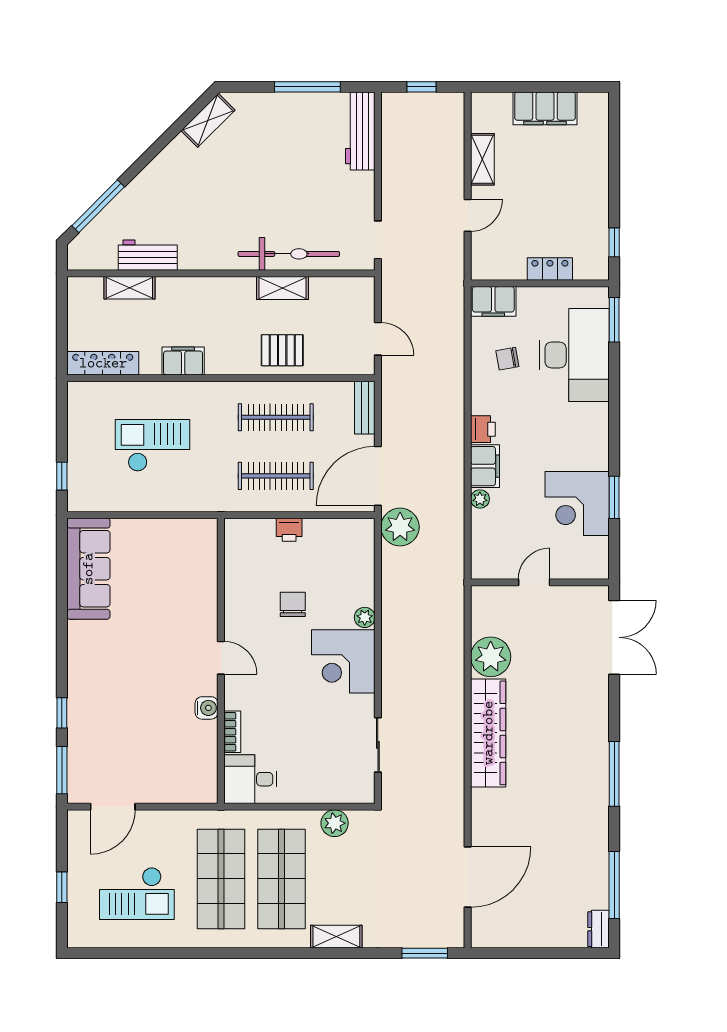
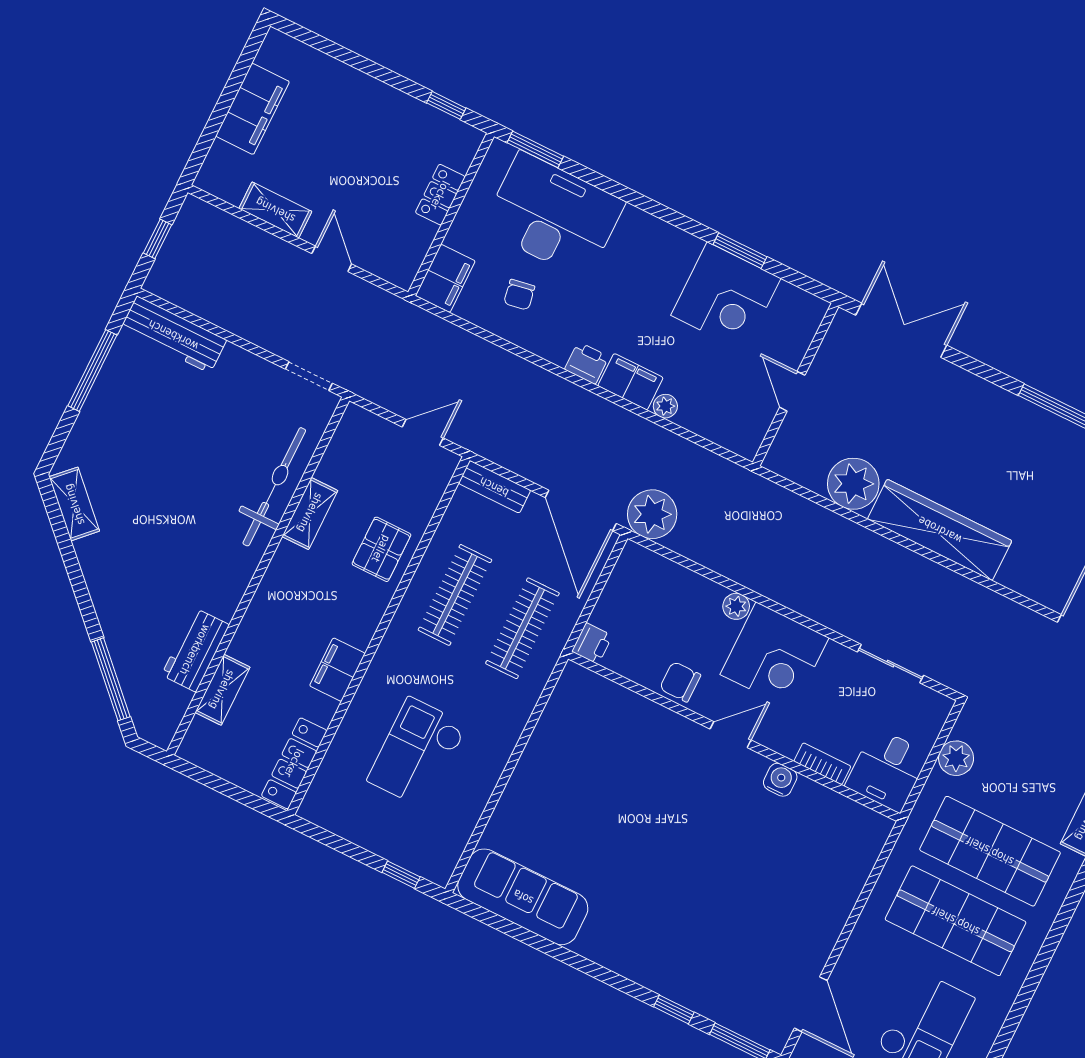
door: (221, 658) -> (731, 735), moved
wall: (221, 661) -> (734, 736), moved
water cooler: (207, 708) -> (780, 780), moved
bookcase: (232, 732) -> (822, 764), moved
desk: (250, 779) -> (887, 770), moved

